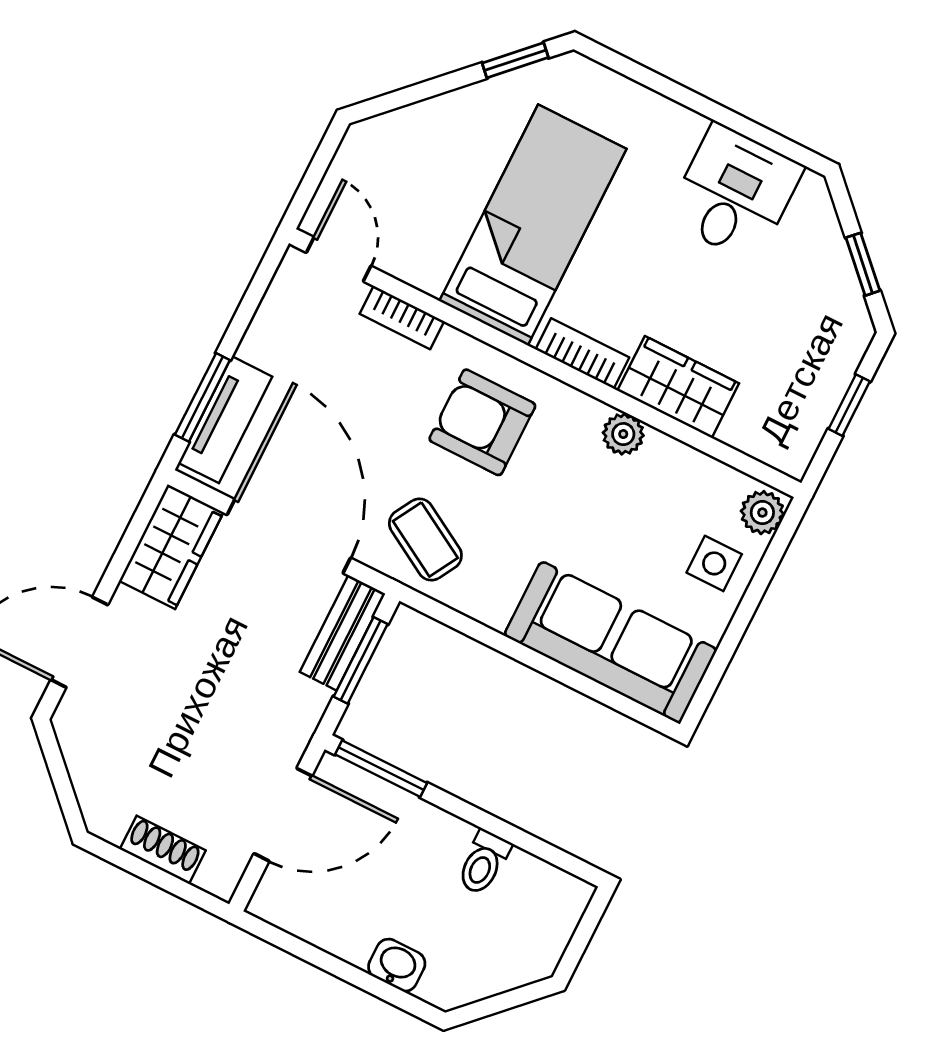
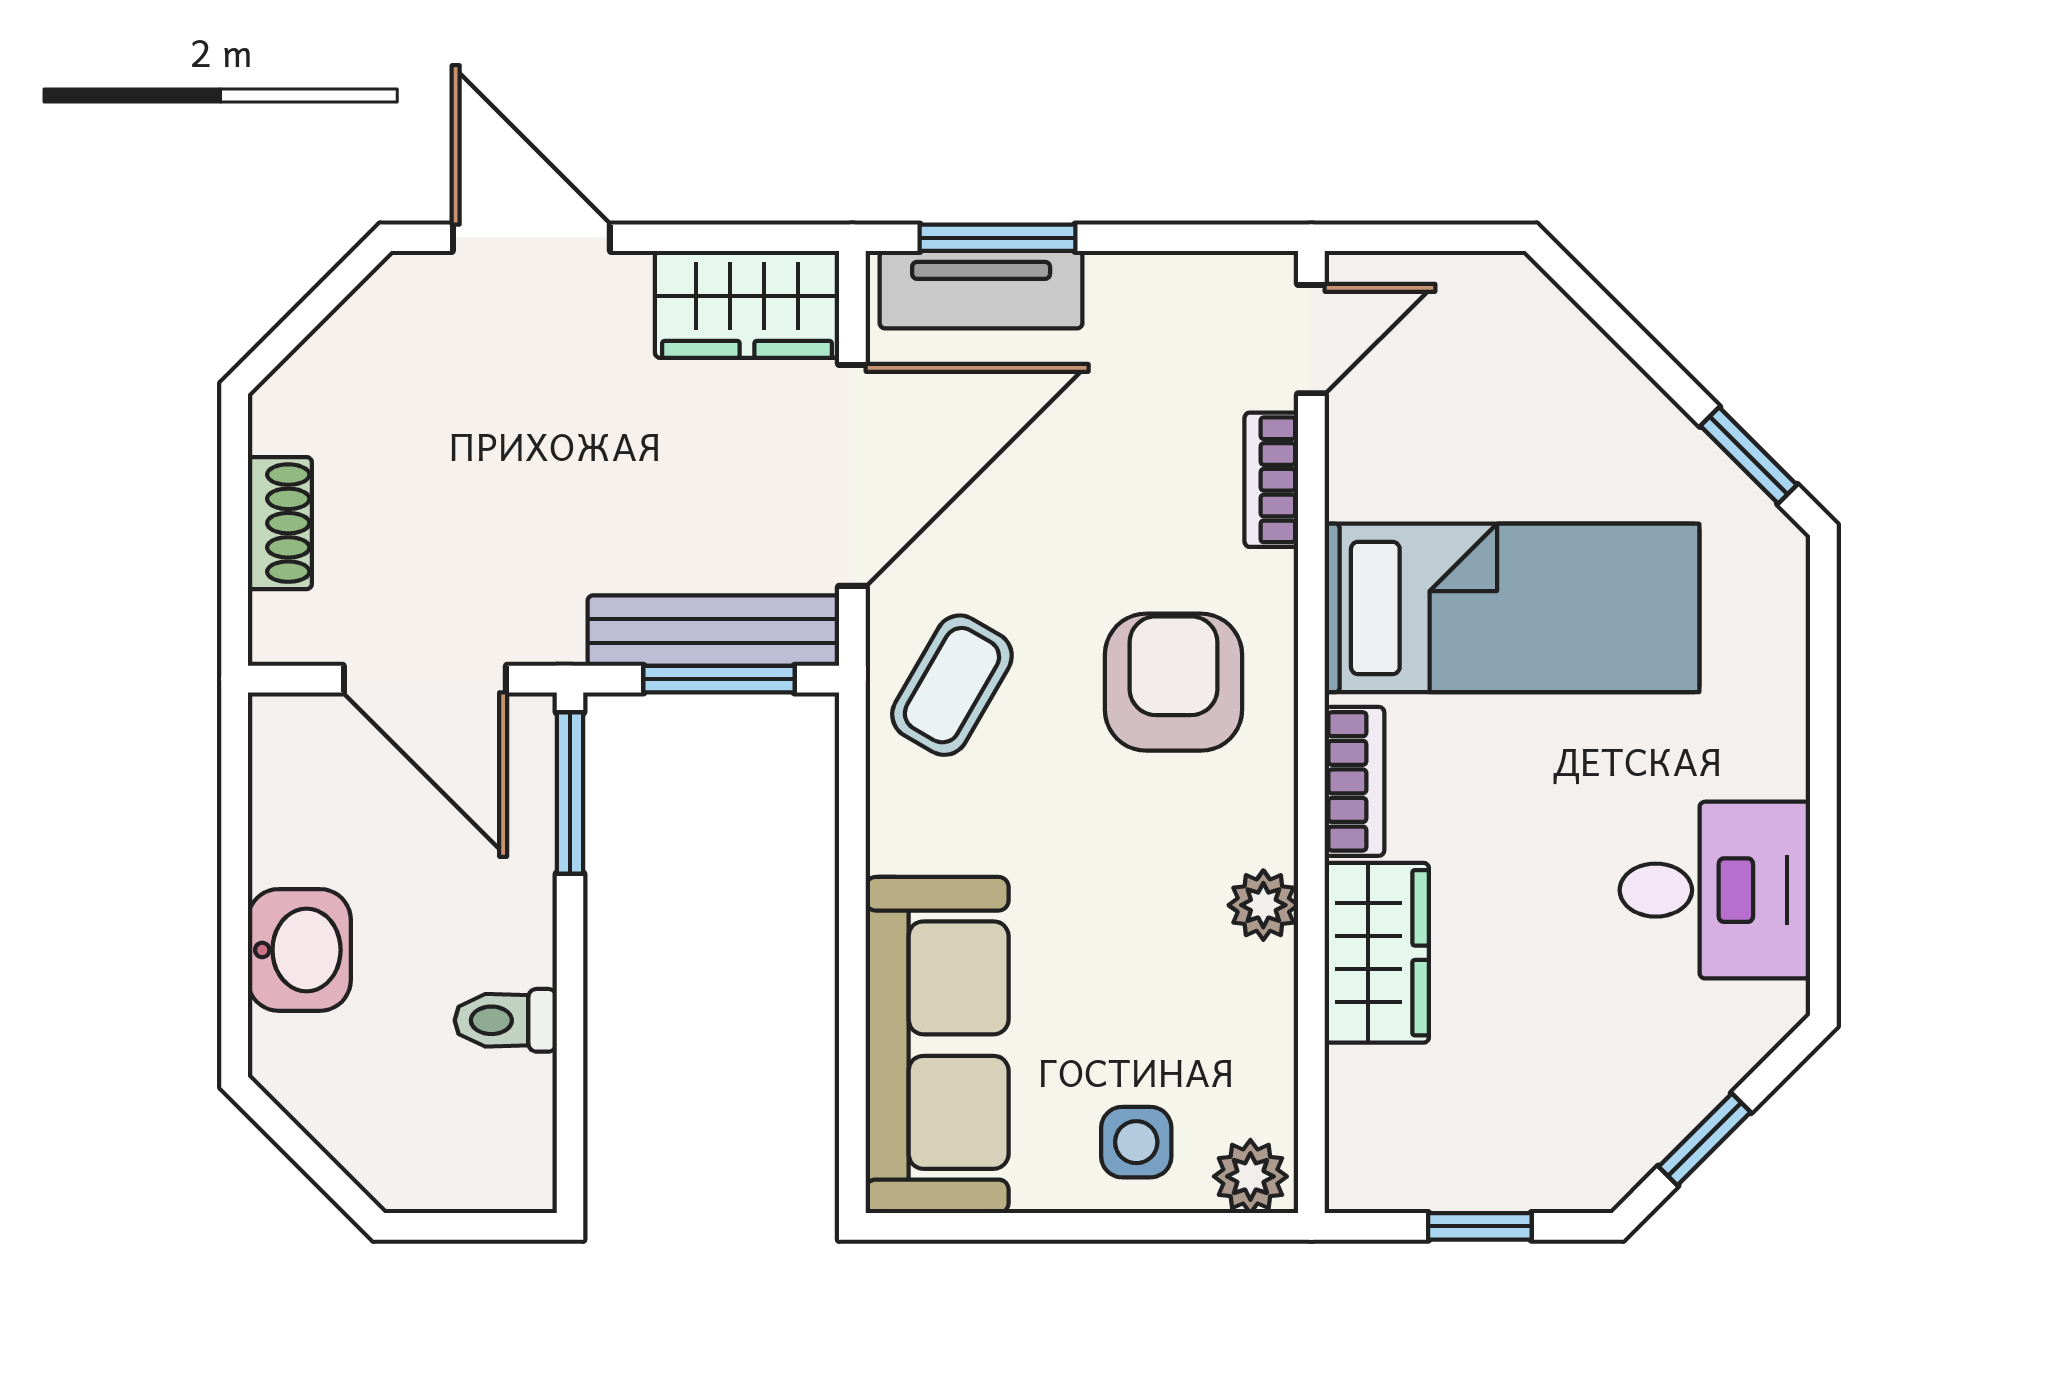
bench: (343, 633) -> (713, 631), width x1.36
washbasin: (397, 965) -> (299, 950), width x1.38, depth x1.45

